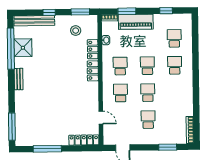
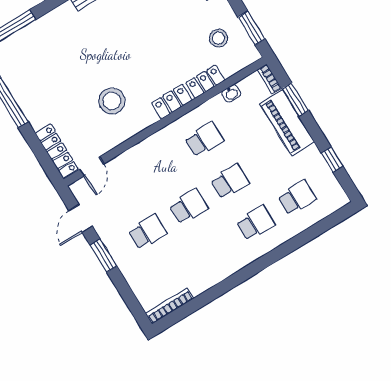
school desk: (121, 93) -> (163, 165), removed
stool: (76, 99) -> (112, 101), added
door: (101, 118) -> (92, 166), moved
window: (168, 147) -> (103, 256), moved

